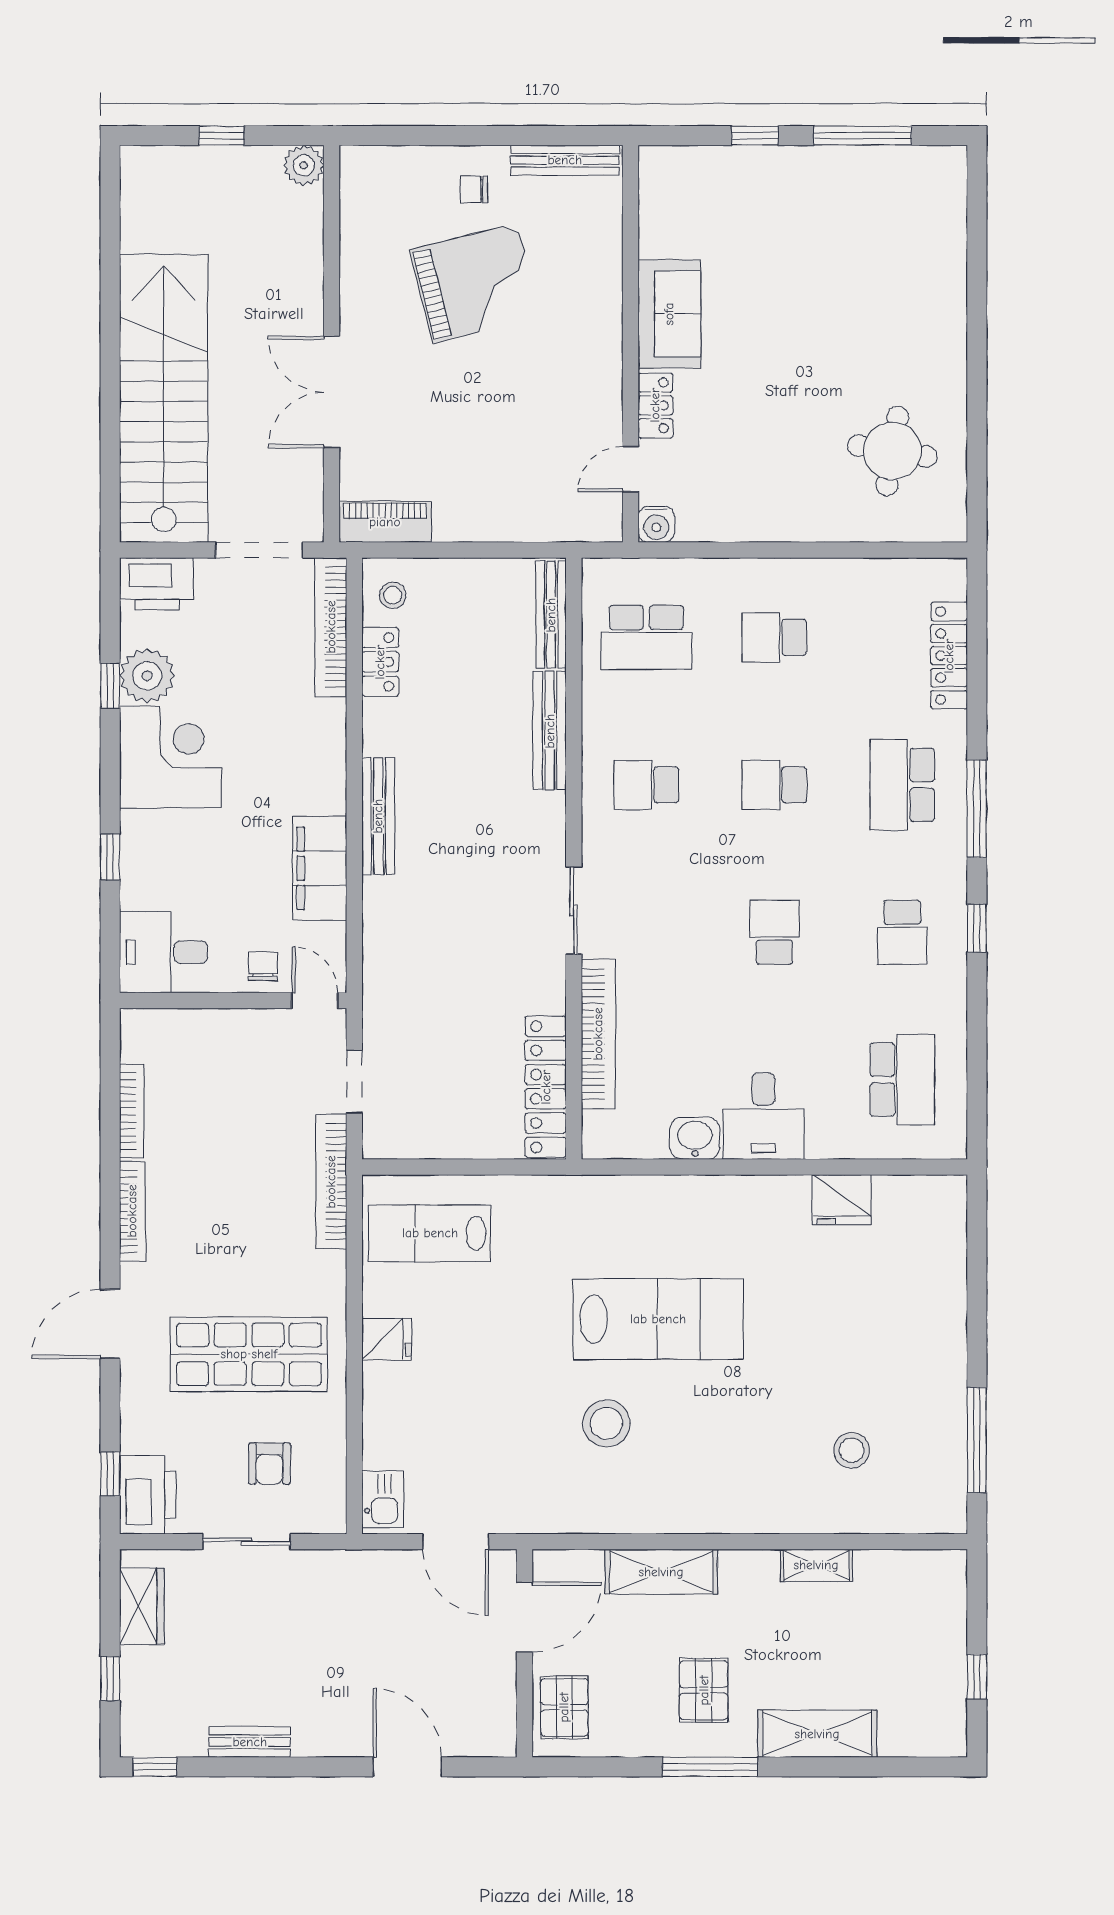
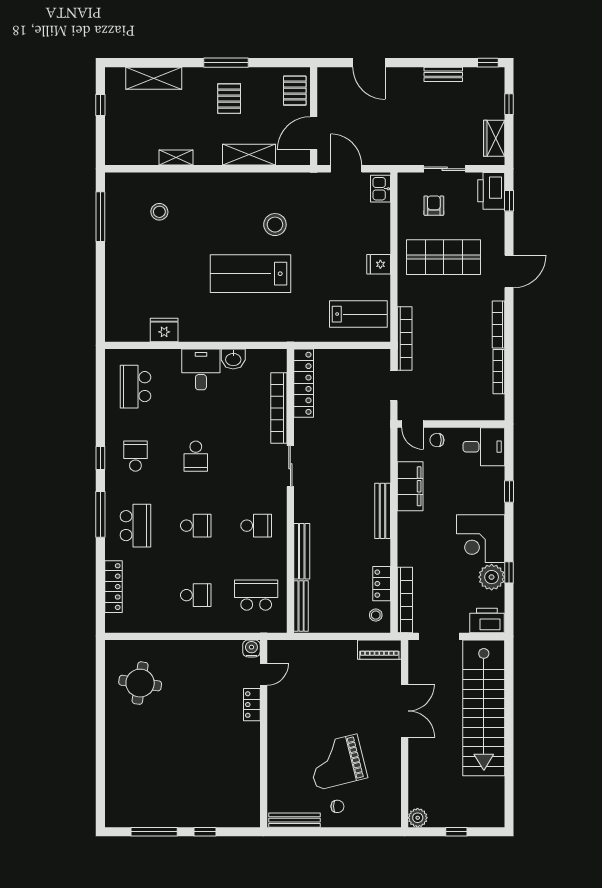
sofa: (669, 314) -> (245, 748), removed
chair: (263, 966) -> (437, 440), turned 90
shelving: (817, 1734) -> (154, 78), moved

